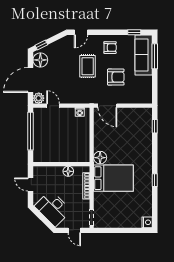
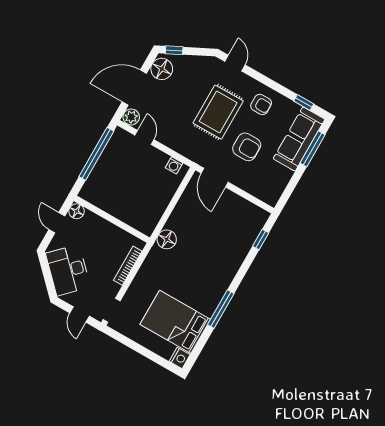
door: (81, 32) -> (235, 63), swing flipped
rug: (88, 66) -> (218, 112), width x1.36, depth x1.43
floor lamp: (68, 171) -> (77, 211), moved
bed: (113, 178) -> (175, 322), moved, turned 180
window: (155, 180) -> (221, 309), width x2.17

